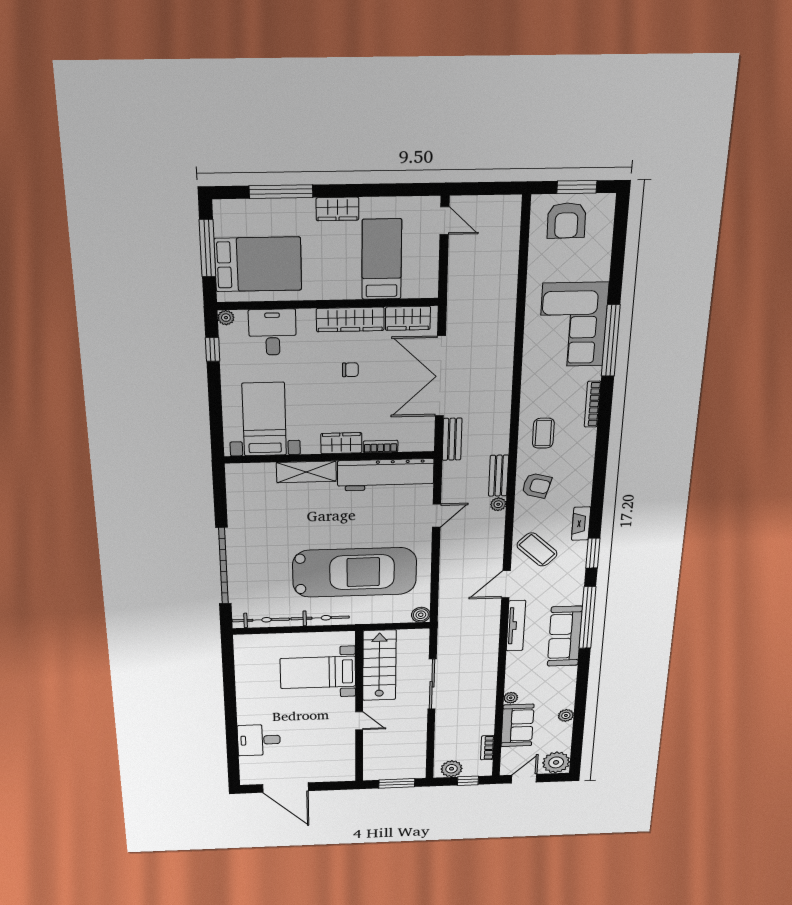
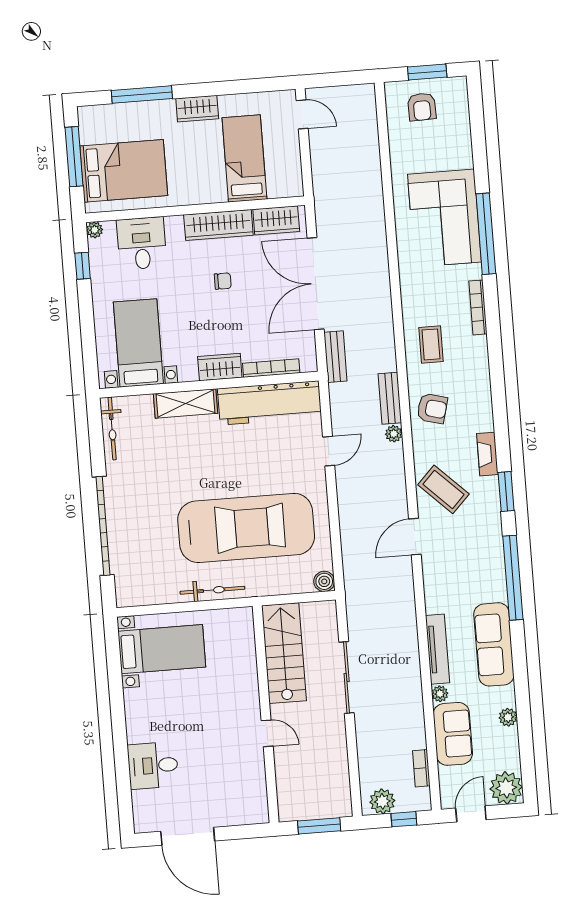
armchair: (566, 220) -> (422, 107), width x0.72, depth x0.72
bookcase: (381, 446) -> (271, 368), width x1.56
bicycle: (261, 620) -> (112, 428), moved, turned 90
tv unit: (516, 626) -> (438, 649), moved
sofa: (565, 636) -> (494, 644), moved
bed with nightstands: (318, 672) -> (162, 649), moved, turned 180

